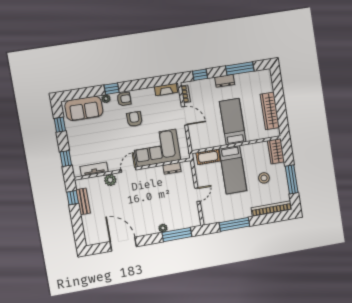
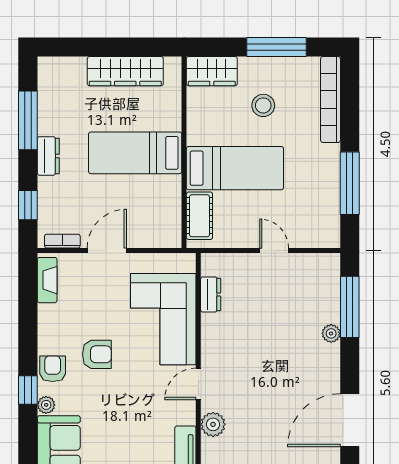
armchair: (134, 119) -> (97, 354), turned 180
door: (128, 170) -> (198, 384), hinge flipped

